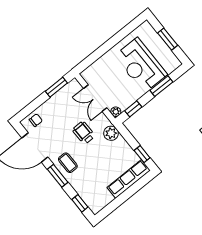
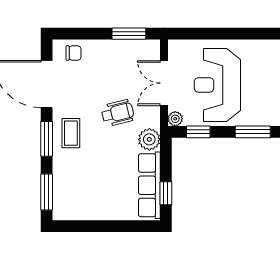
reception desk: (141, 65) -> (217, 85), moved
wheelchair: (84, 133) -> (118, 113), turned 76
row of seats: (129, 179) -> (149, 185), moved, turned -90
window: (80, 203) -> (47, 192), width x1.50

